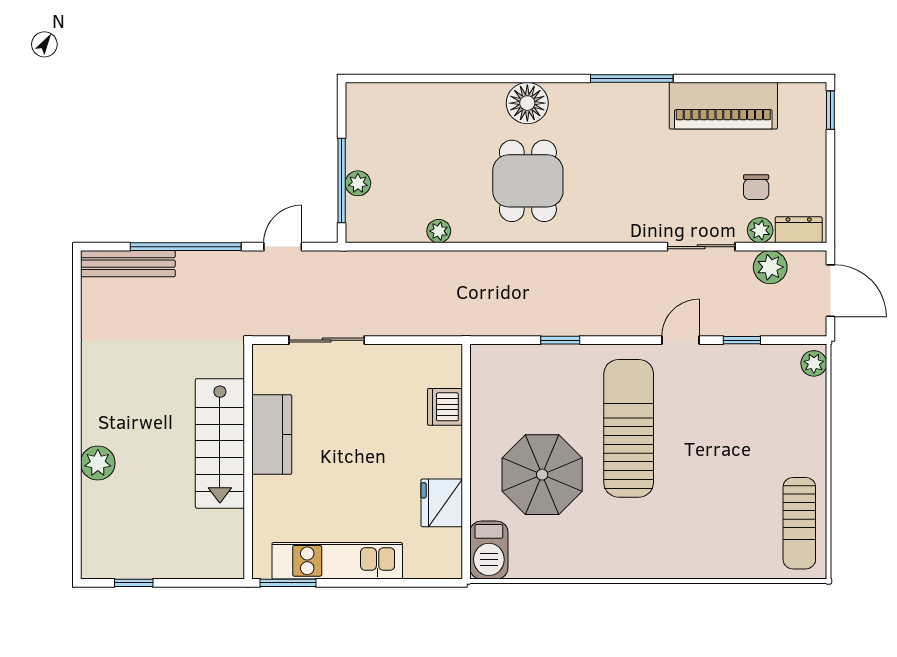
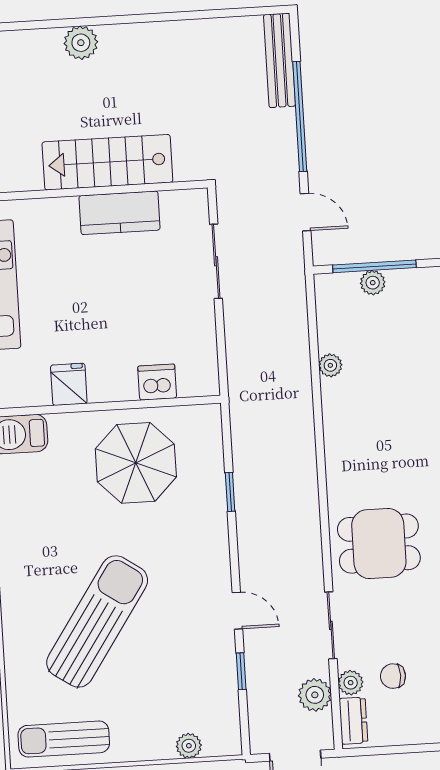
dining table: (528, 181) -> (379, 544), moved
plant: (814, 363) -> (189, 746), moved
sun lounger: (629, 428) -> (97, 621), moved, turned -56
parasol: (542, 475) -> (136, 463), moved
fridge: (442, 503) -> (69, 384), width x0.72

